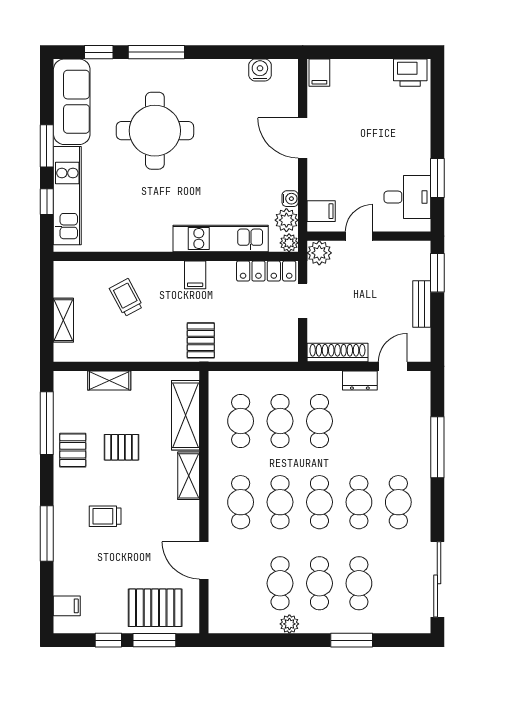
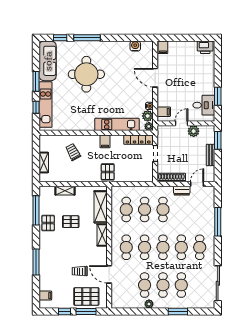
plant: (319, 253) -> (194, 131), moved
trolley: (105, 516) -> (80, 271), moved

